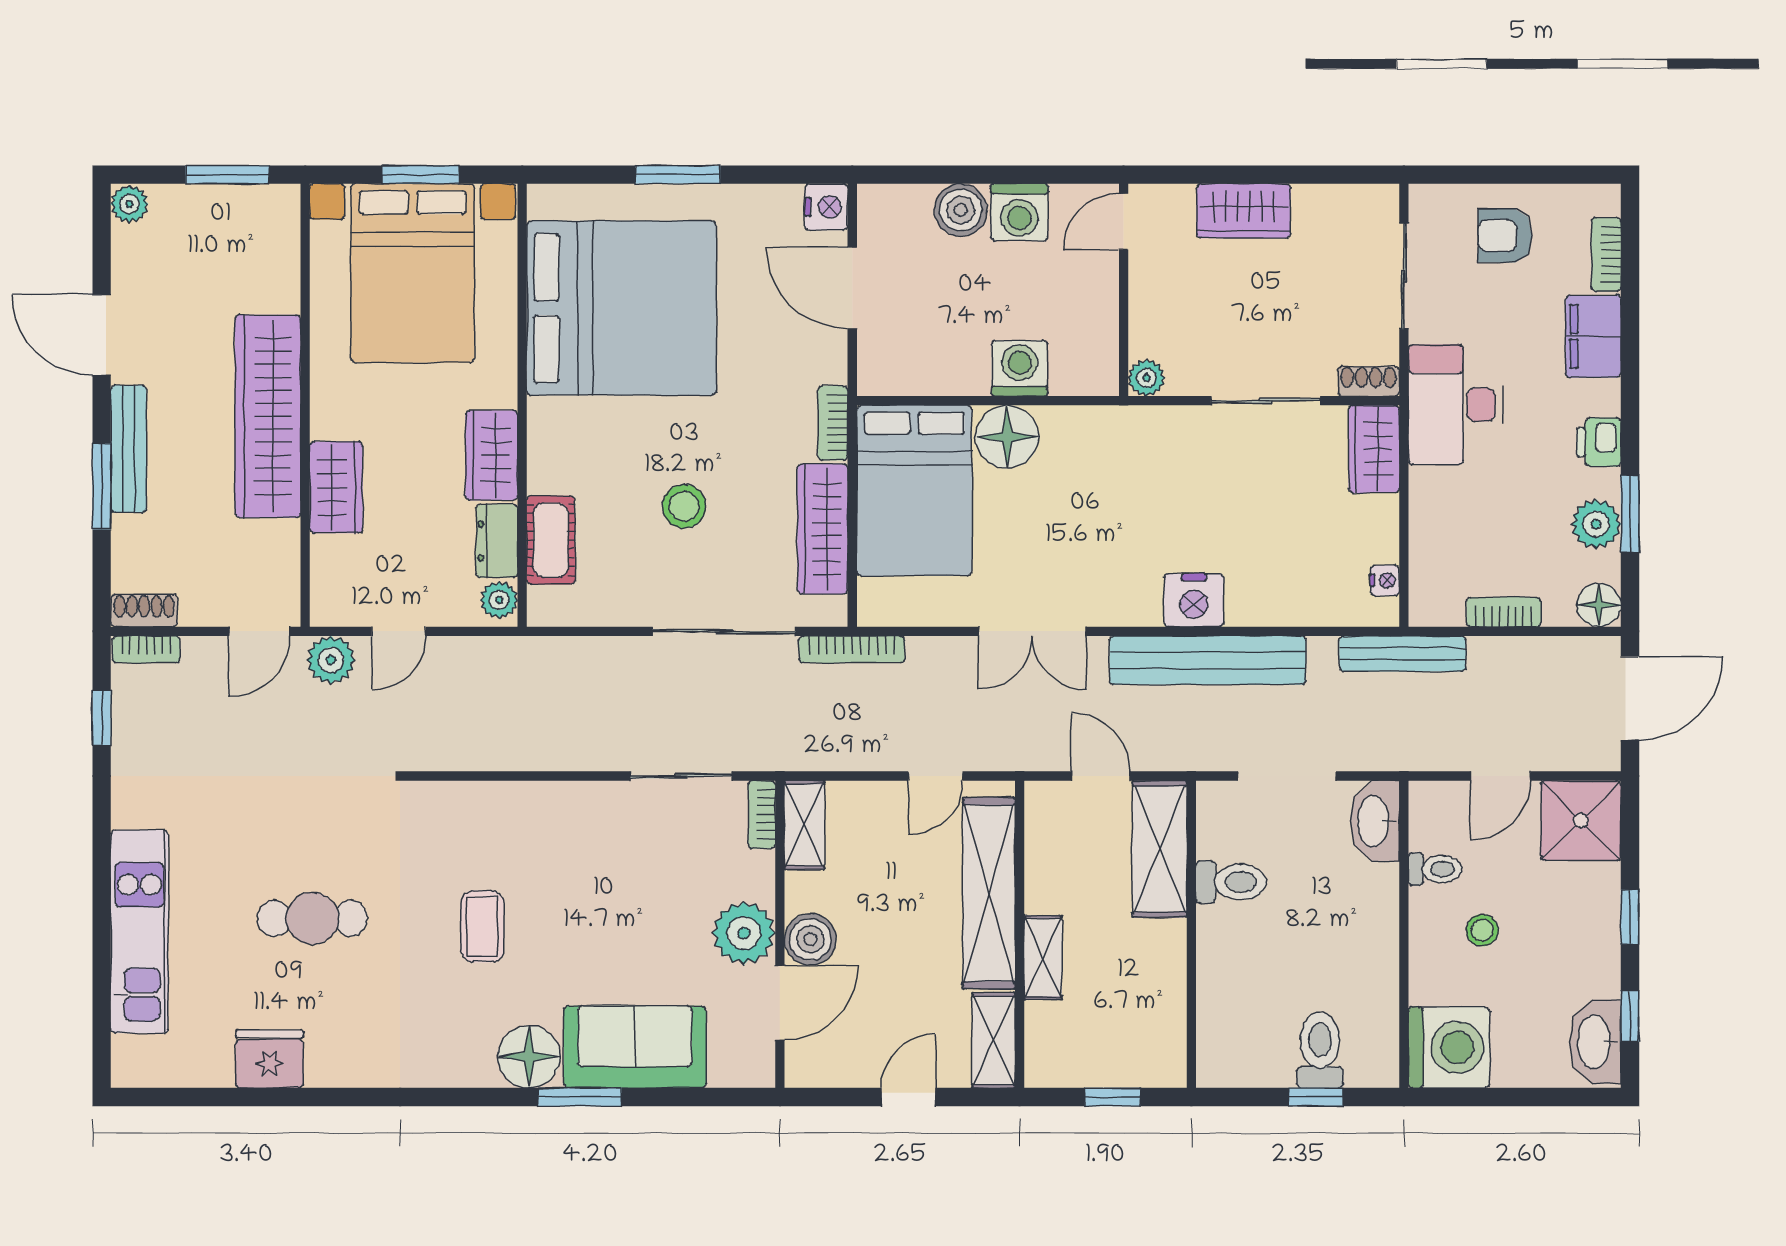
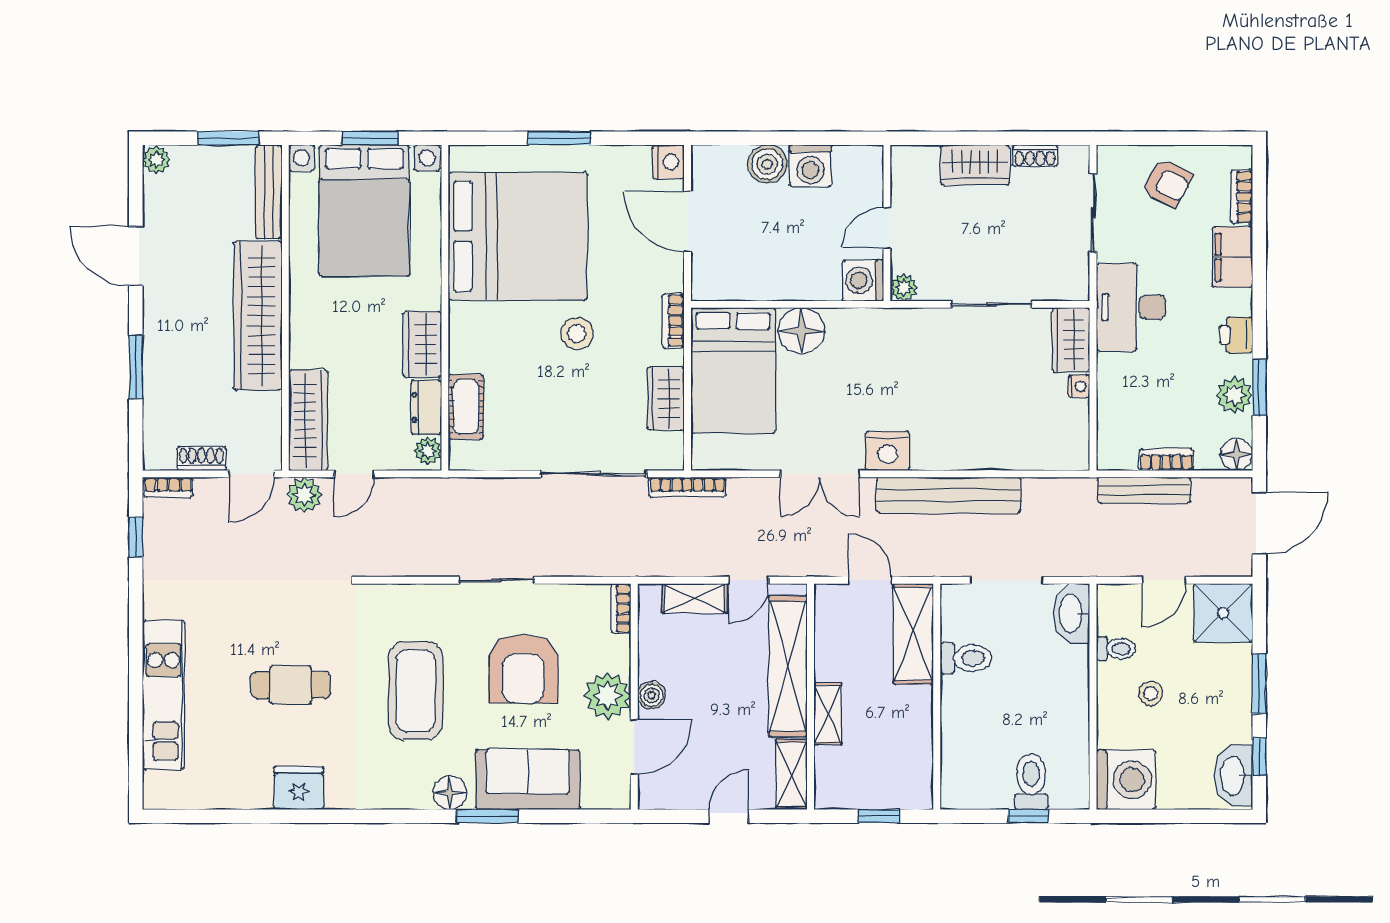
door: (1124, 222) -> (887, 228), moved
armchair: (1505, 236) -> (1167, 183), turned -153
washing machine: (1020, 368) -> (863, 280), moved, turned -90
shoe rack: (1369, 381) -> (1035, 156), moved, turned 180
bench: (129, 449) -> (269, 192), moved
wardrobe: (336, 487) -> (308, 420), moved, width x1.50
stool: (684, 506) -> (577, 334), moved
wardrobe: (823, 529) -> (666, 399), width x0.67
nightstand: (1385, 580) -> (1079, 386), moved
nightstand: (1194, 600) -> (887, 451), moved
shoe rack: (144, 611) -> (201, 459), moved
bench: (1403, 654) -> (1144, 490), moved
sliding door: (681, 776) -> (497, 580), moved
shelving: (804, 825) -> (694, 598), moved, turned 90
armchair: (629, 896) -> (523, 669), added
window: (1630, 917) -> (1259, 684), width x1.50
coffee table: (482, 926) -> (416, 691), width x1.86, depth x1.72
boiler: (810, 939) -> (652, 695), width x0.73, depth x0.73
floor lamp: (529, 1057) -> (450, 793), width x0.73, depth x0.73
fridge: (270, 1059) -> (299, 788), moved

